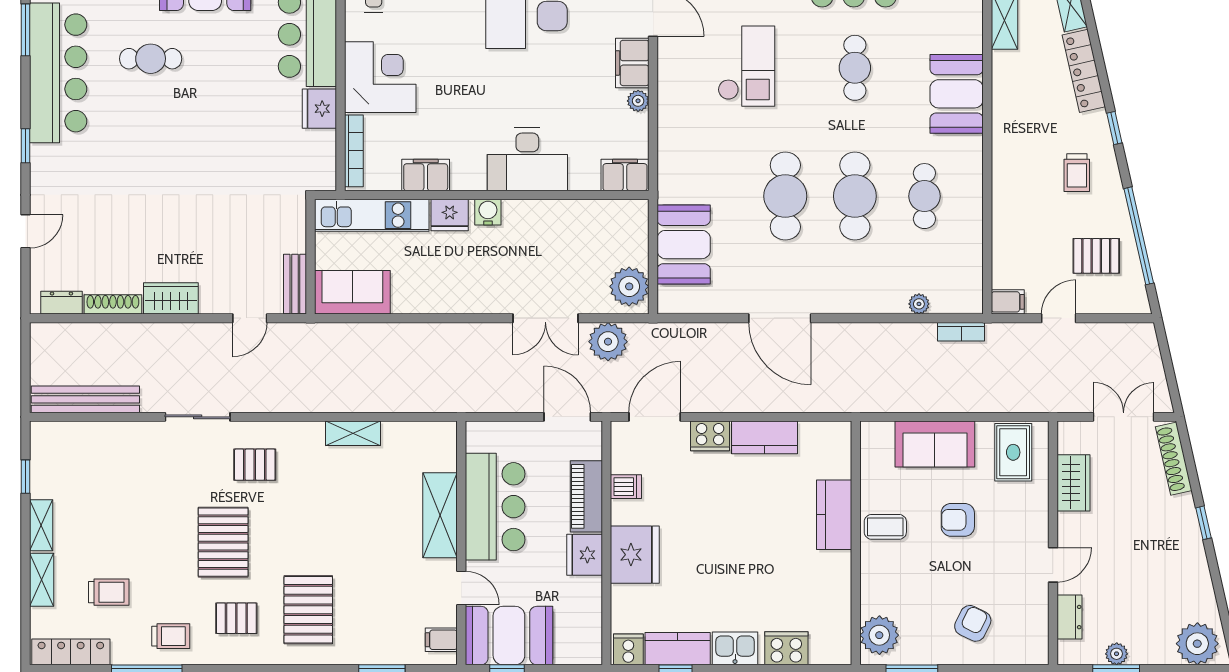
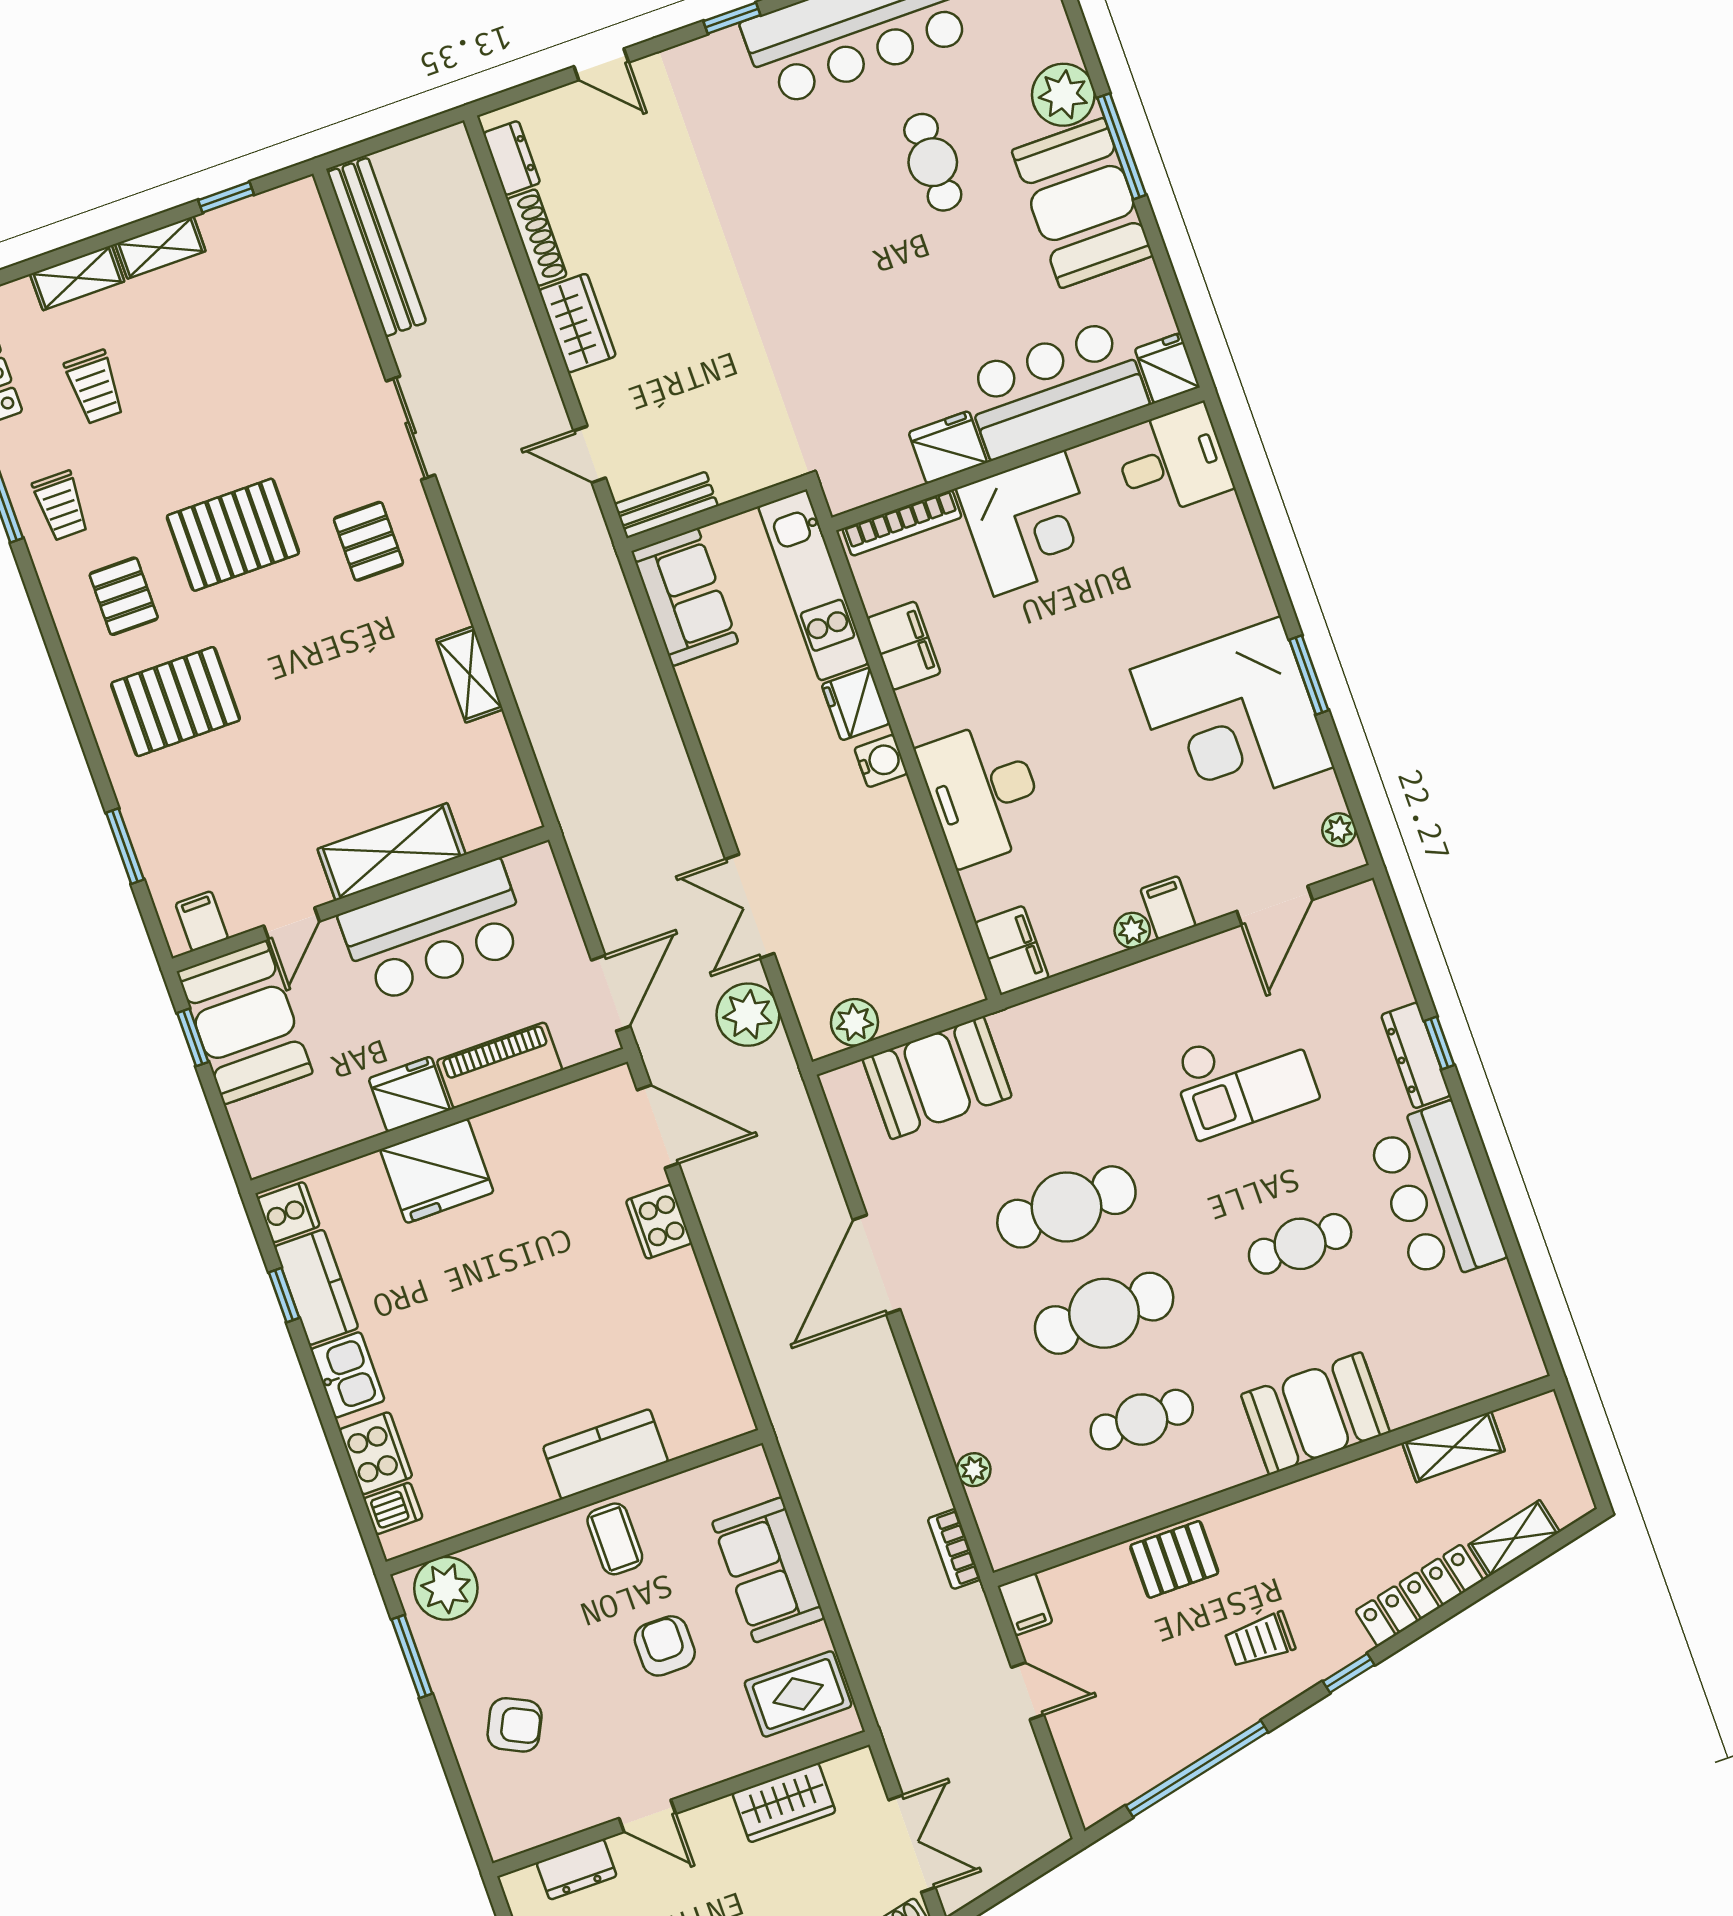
filing cabinet: (632, 63) -> (1168, 908), width x0.50
pallet: (1096, 256) -> (1174, 1559), moved, turned 90
plant: (629, 286) -> (854, 1022), width x0.73, depth x0.73
kitchen counter: (765, 437) -> (686, 1306), removed
dishwasher: (626, 487) -> (393, 1508), moved, turned -90

